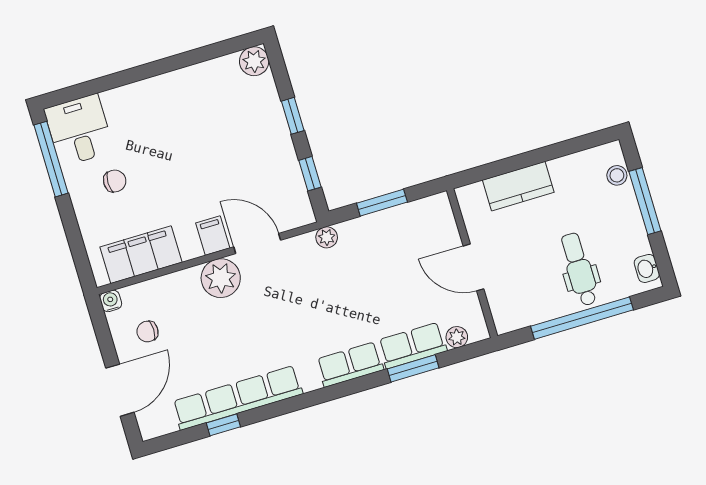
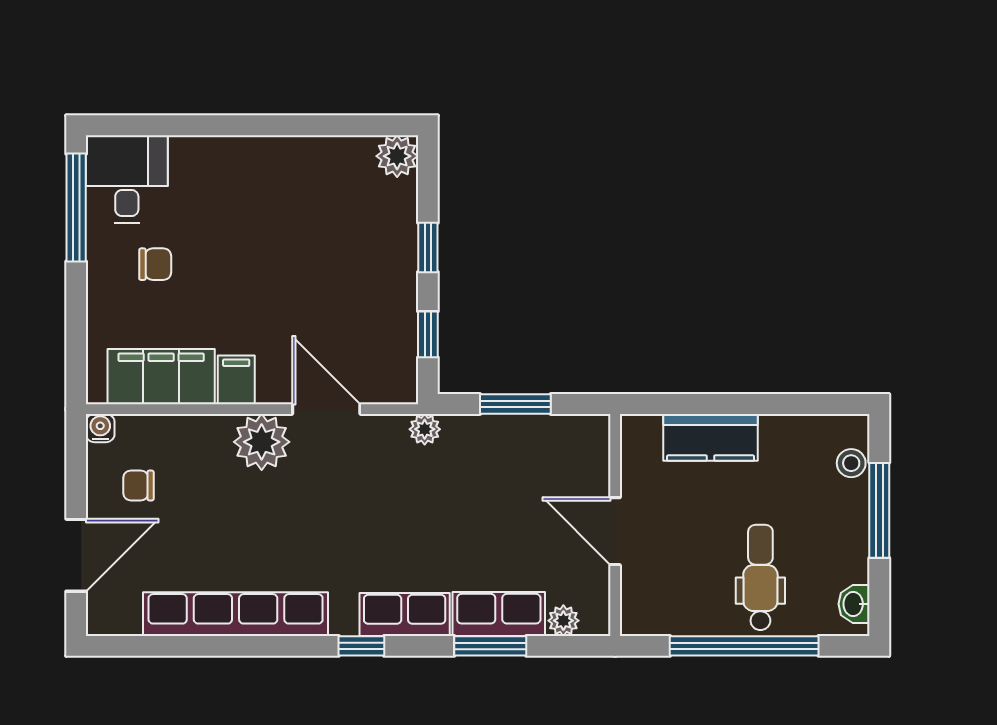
filing cabinet: (213, 236) -> (236, 380), moved
window: (223, 425) -> (361, 646), moved

